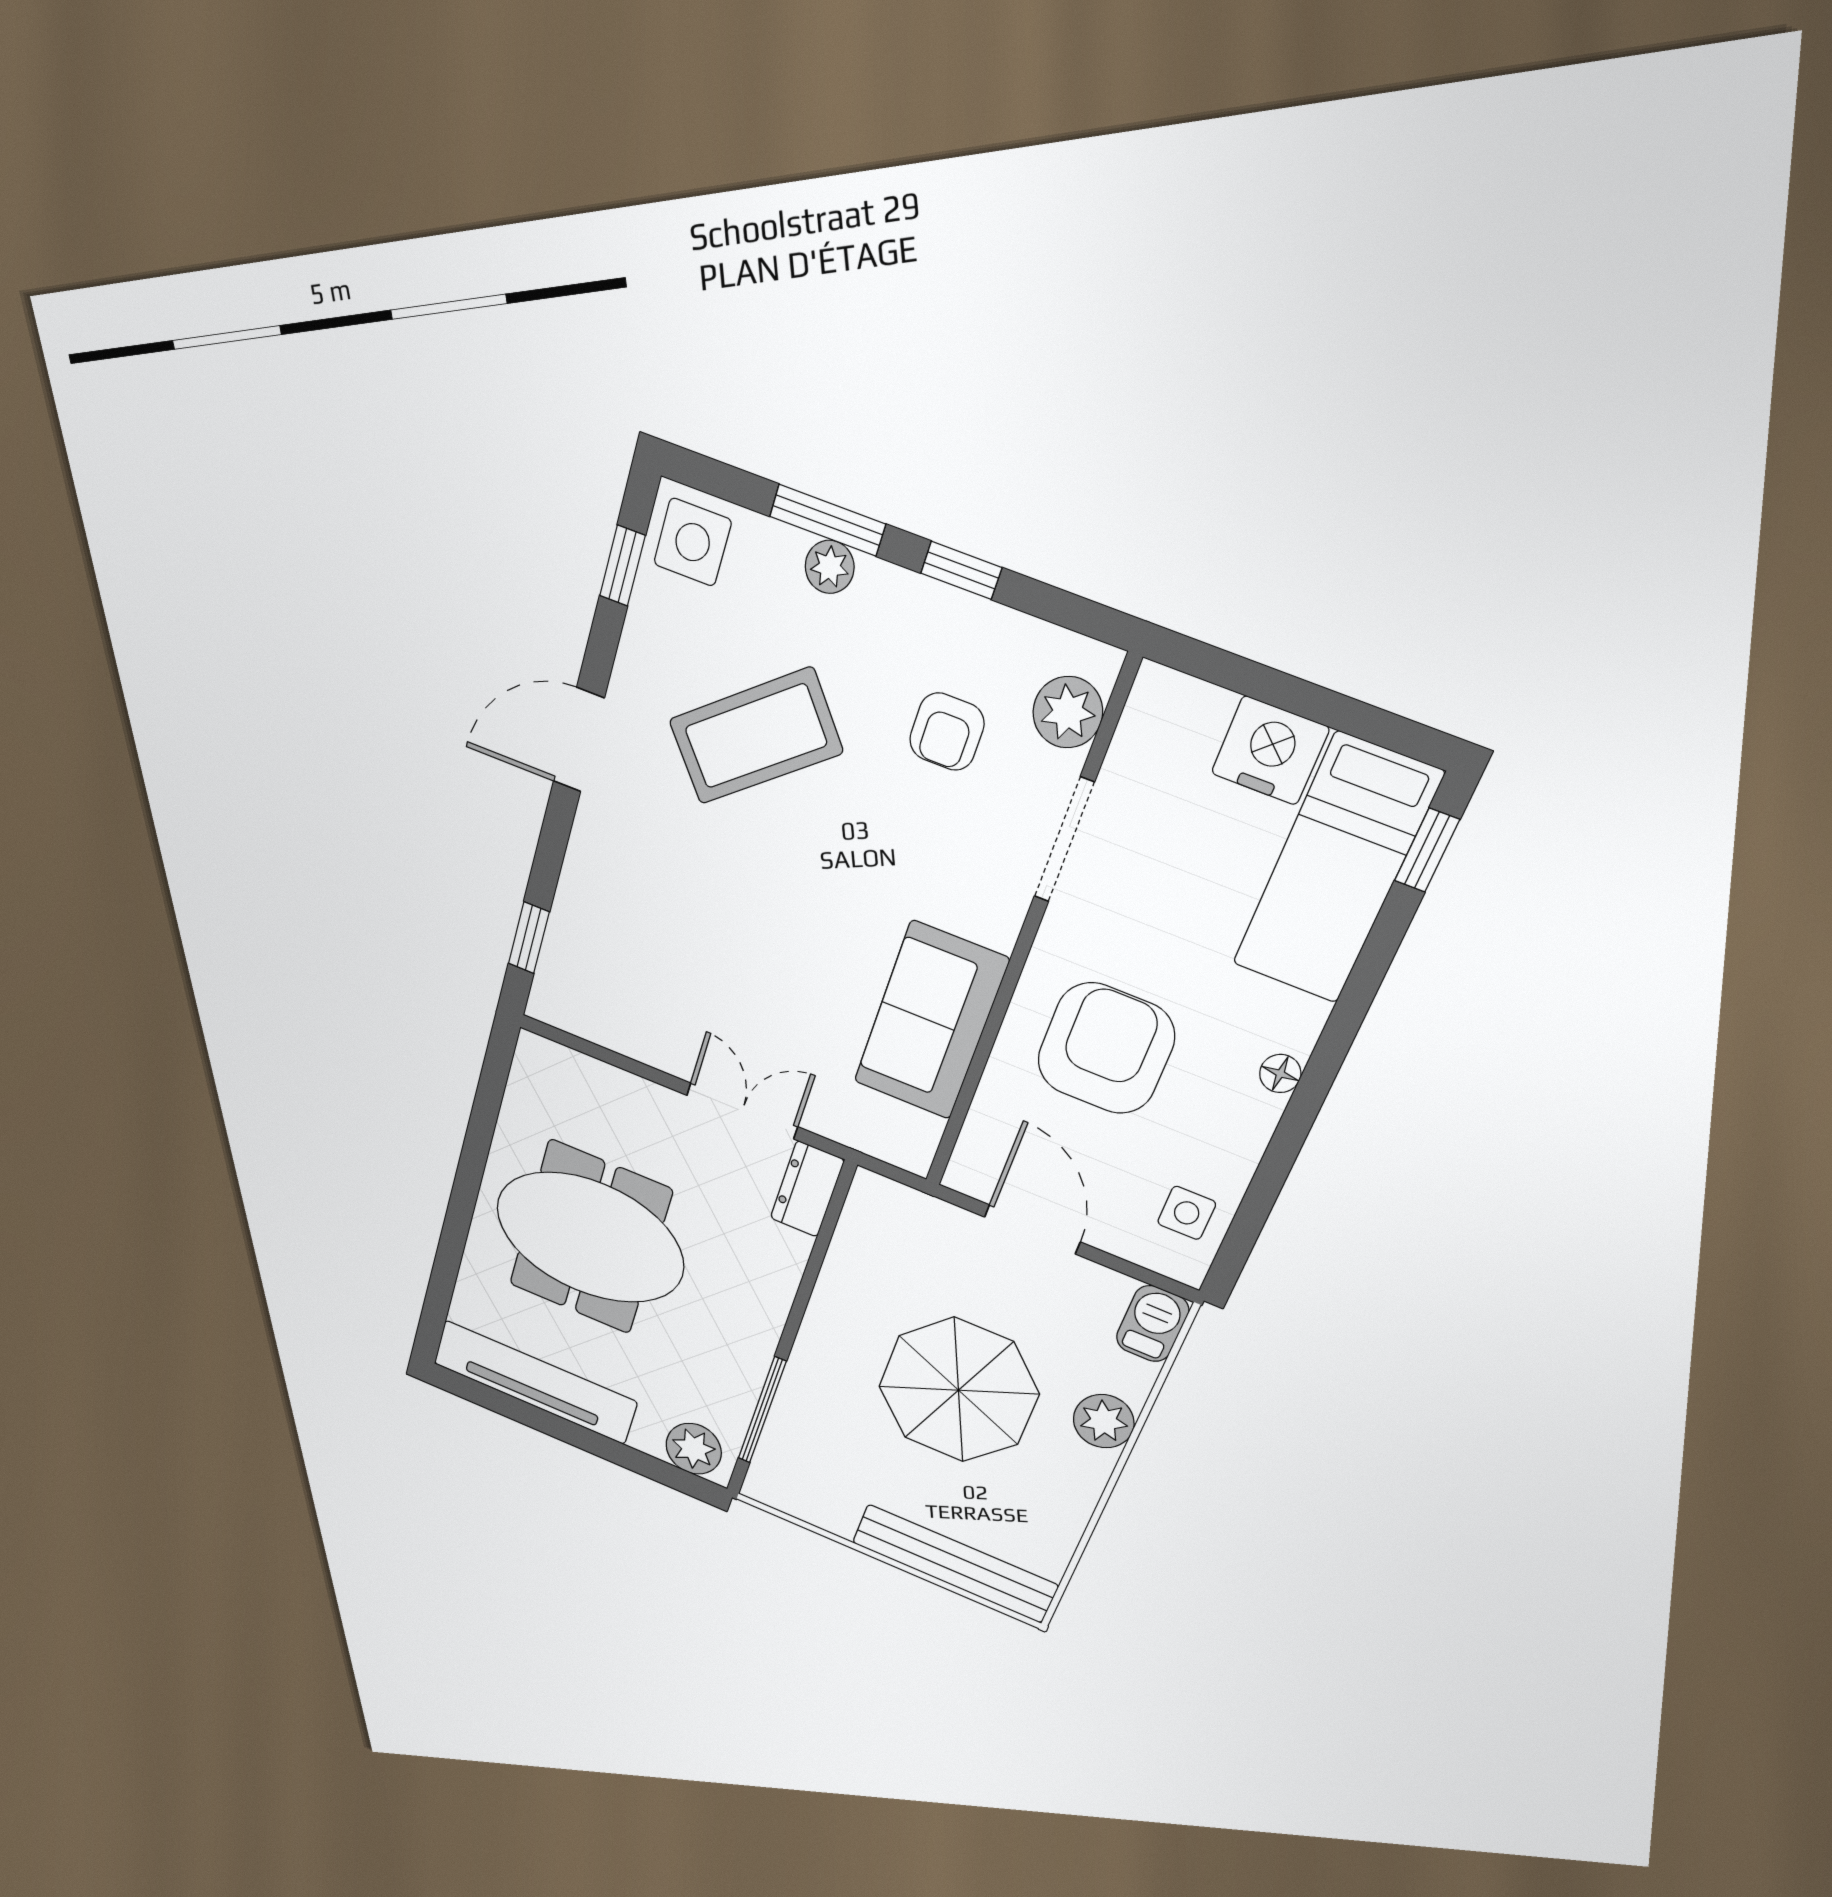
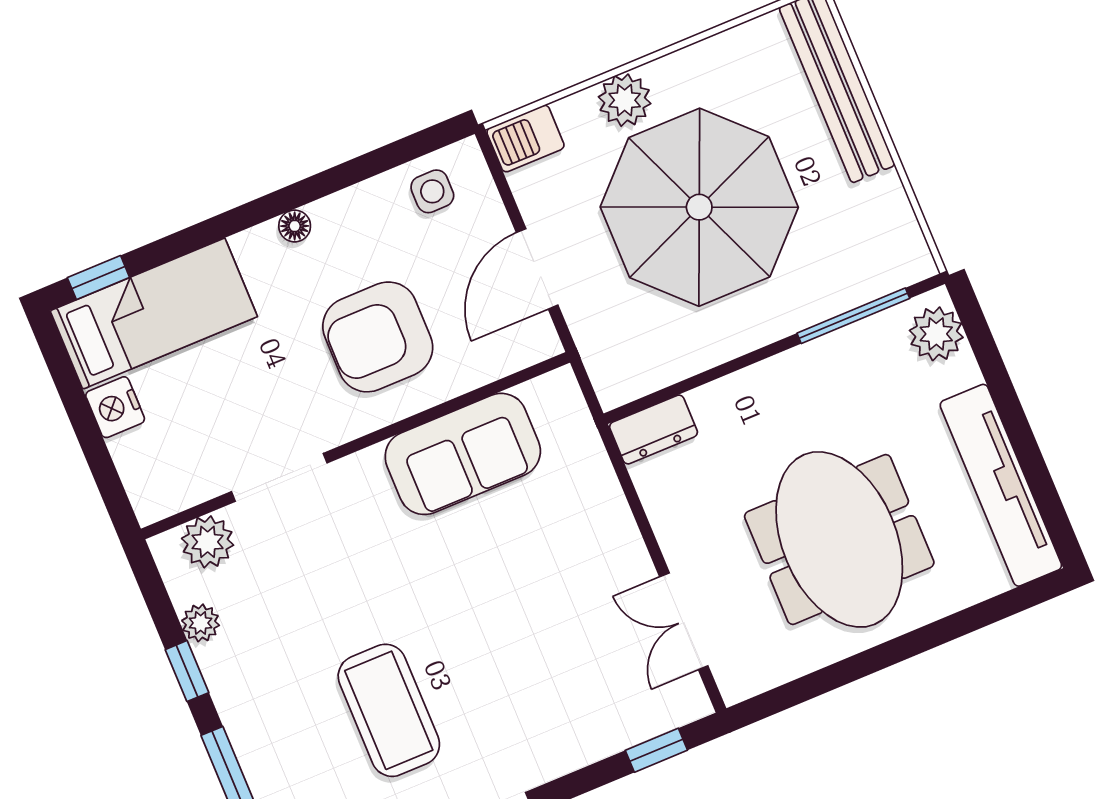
plant: (830, 567) -> (201, 623), moved
armchair: (947, 732) -> (281, 600), removed
coffee table: (756, 736) -> (389, 710), turned 39
nightstand: (1270, 751) -> (115, 407), width x0.74, depth x0.75
double door: (742, 1111) -> (684, 621), moved
parasol: (959, 1390) -> (699, 207), width x1.36, depth x1.36

